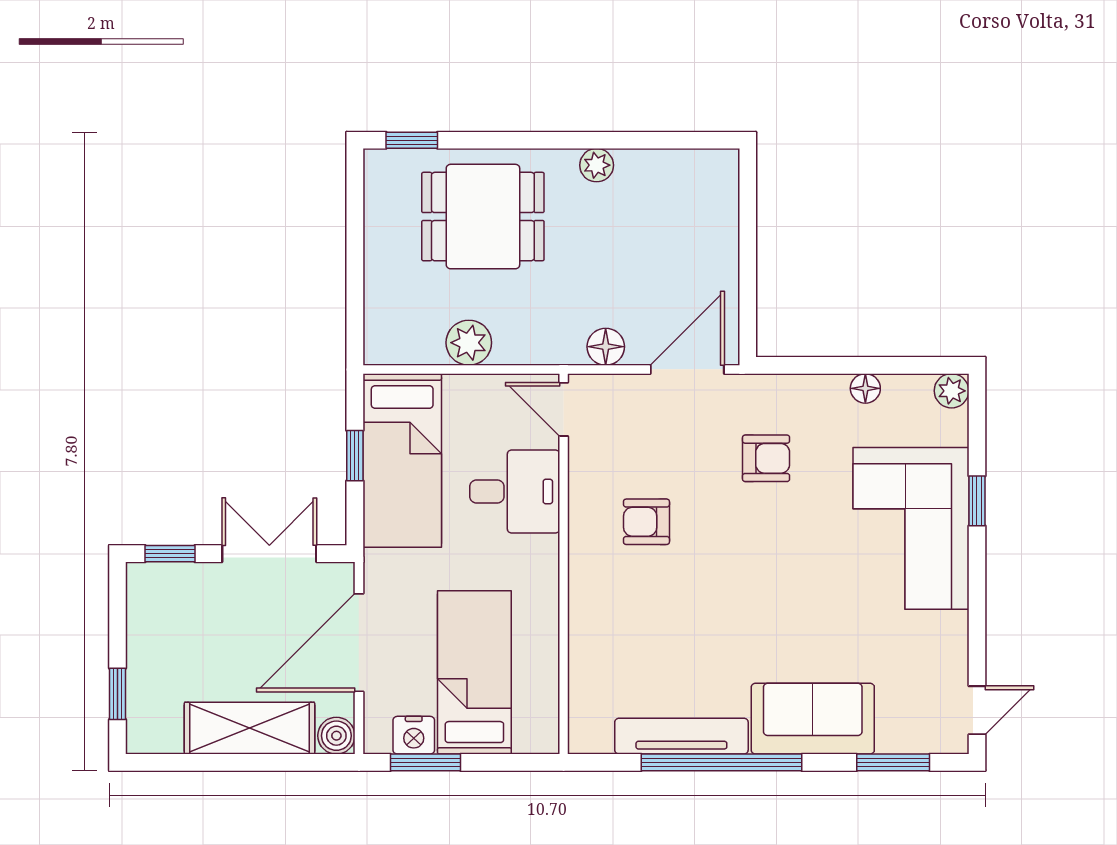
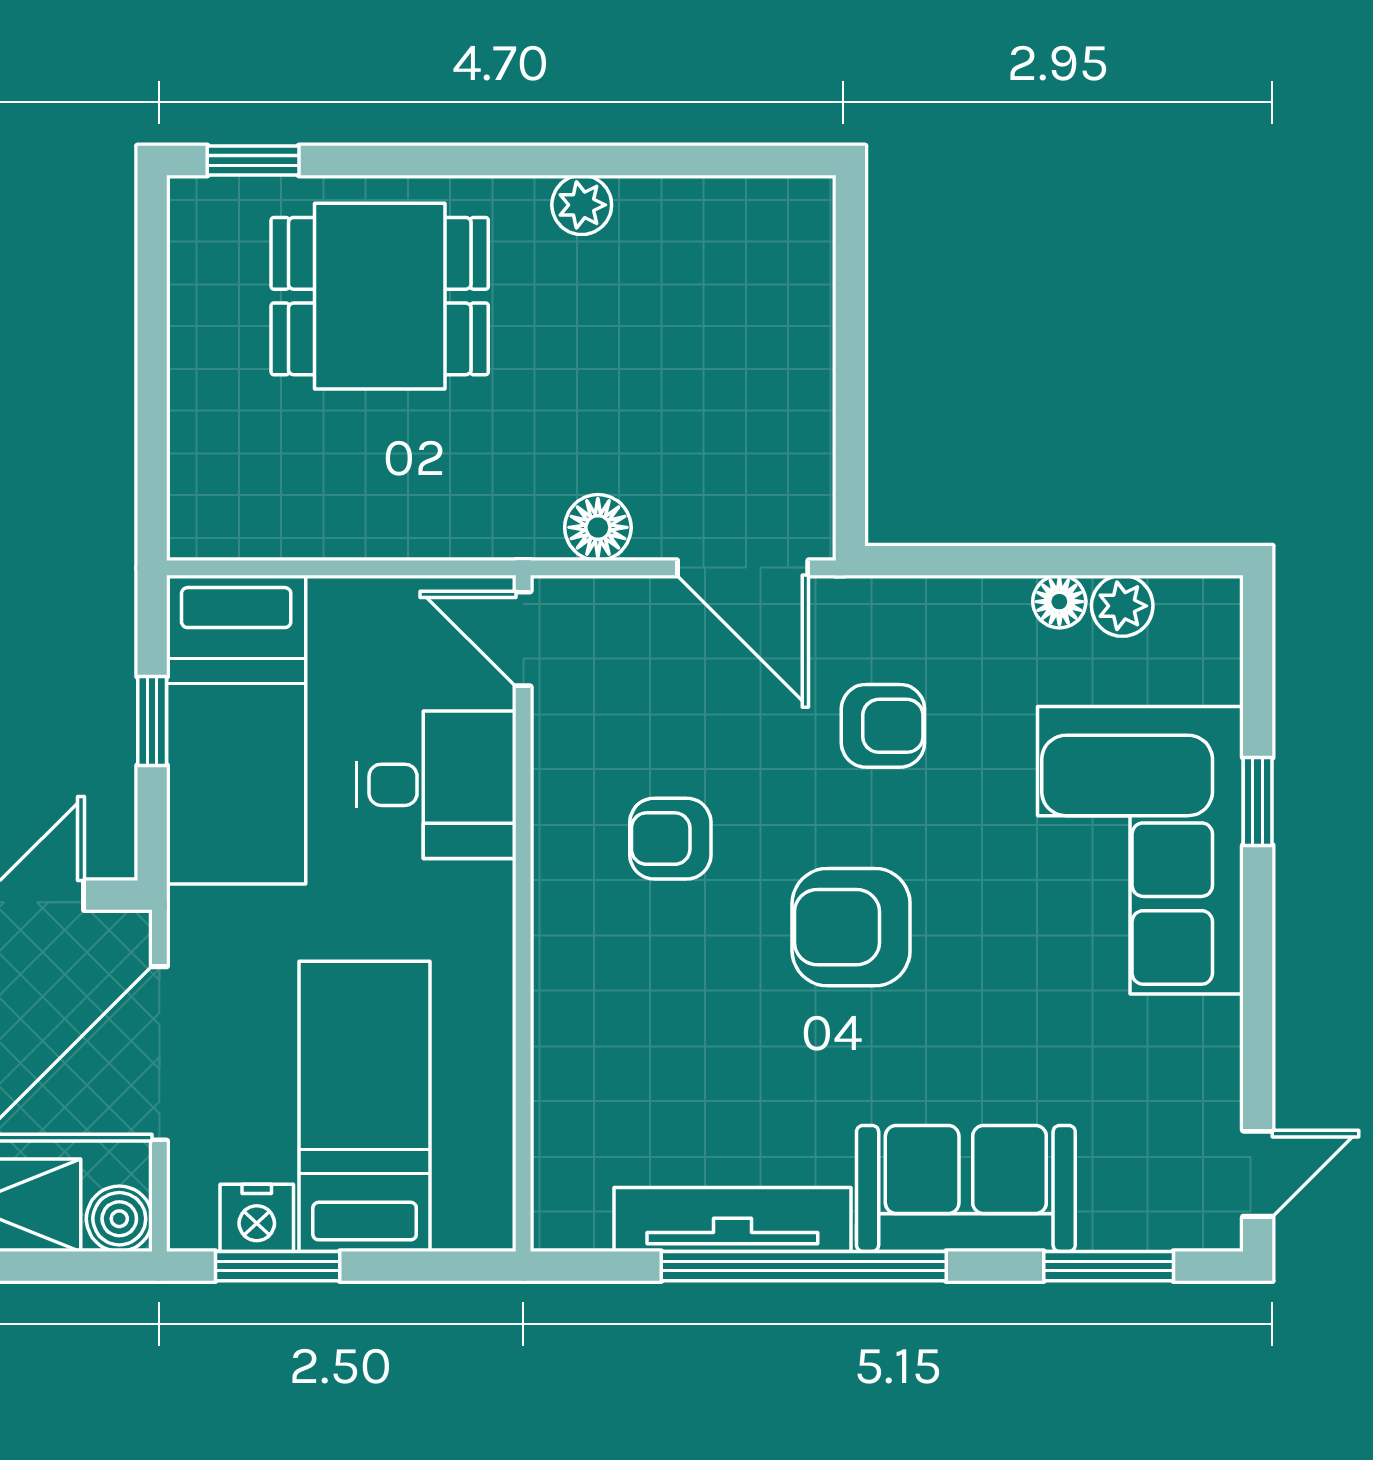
plant: (469, 343) -> (355, 520), removed
door: (687, 369) -> (743, 568), swing flipped
plant: (952, 391) -> (1122, 606), moved
armchair: (748, 572) -> (851, 927), added

